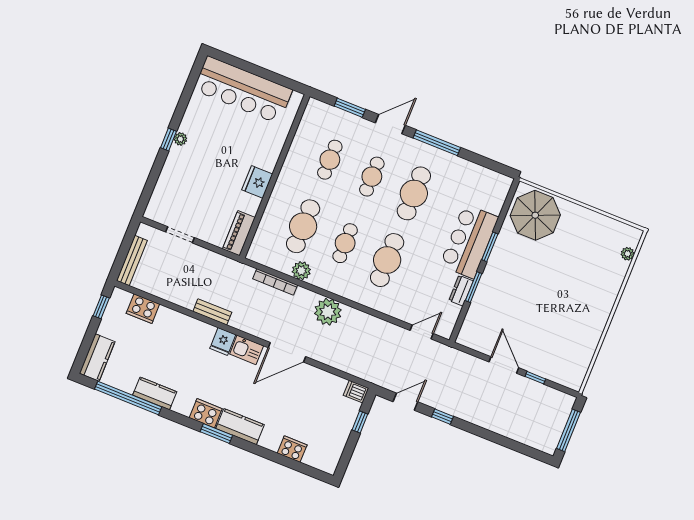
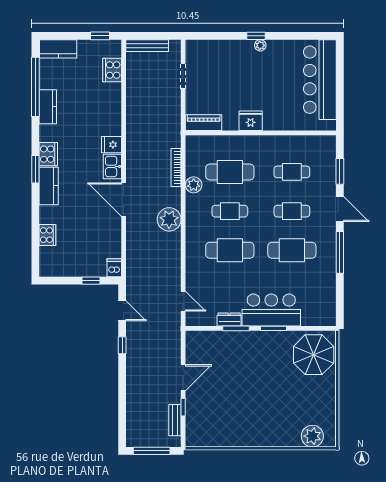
plant: (628, 254) -> (312, 436), width x1.88, depth x1.88
bench: (212, 312) -> (175, 420), moved

